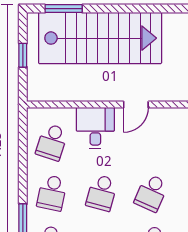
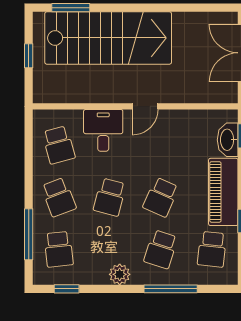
school desk: (52, 142) -> (59, 145), turned -33
school desk: (52, 193) -> (59, 197), turned -33

